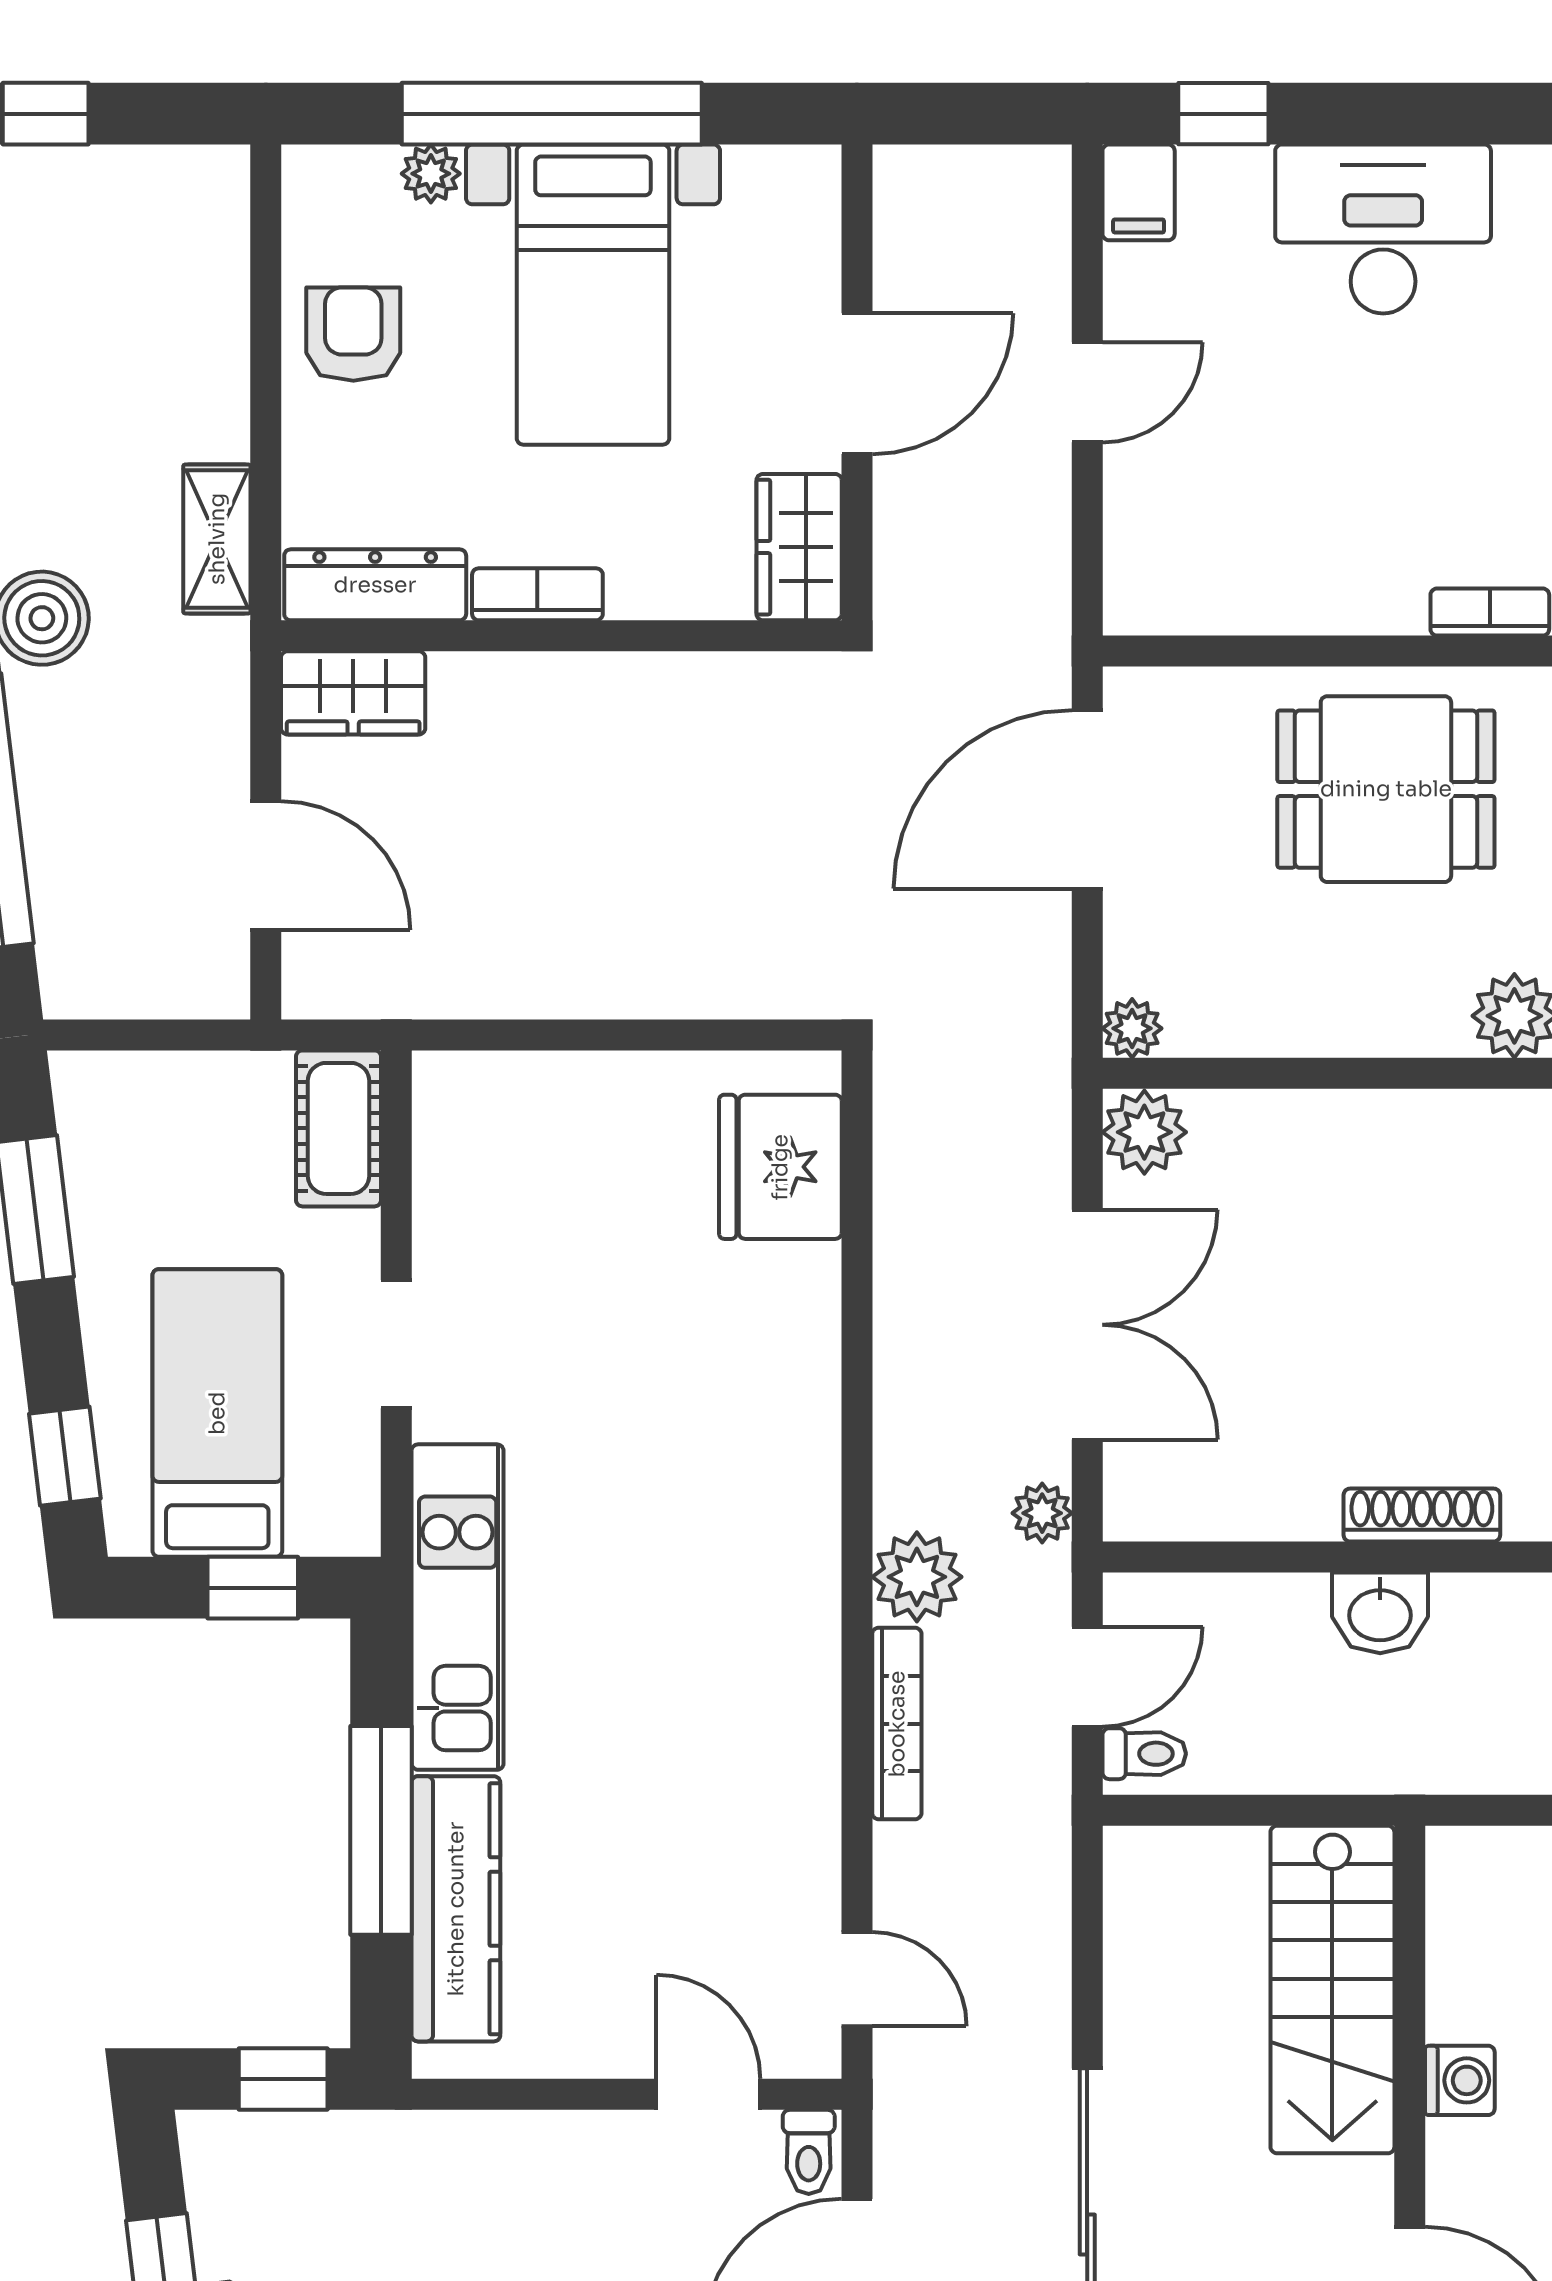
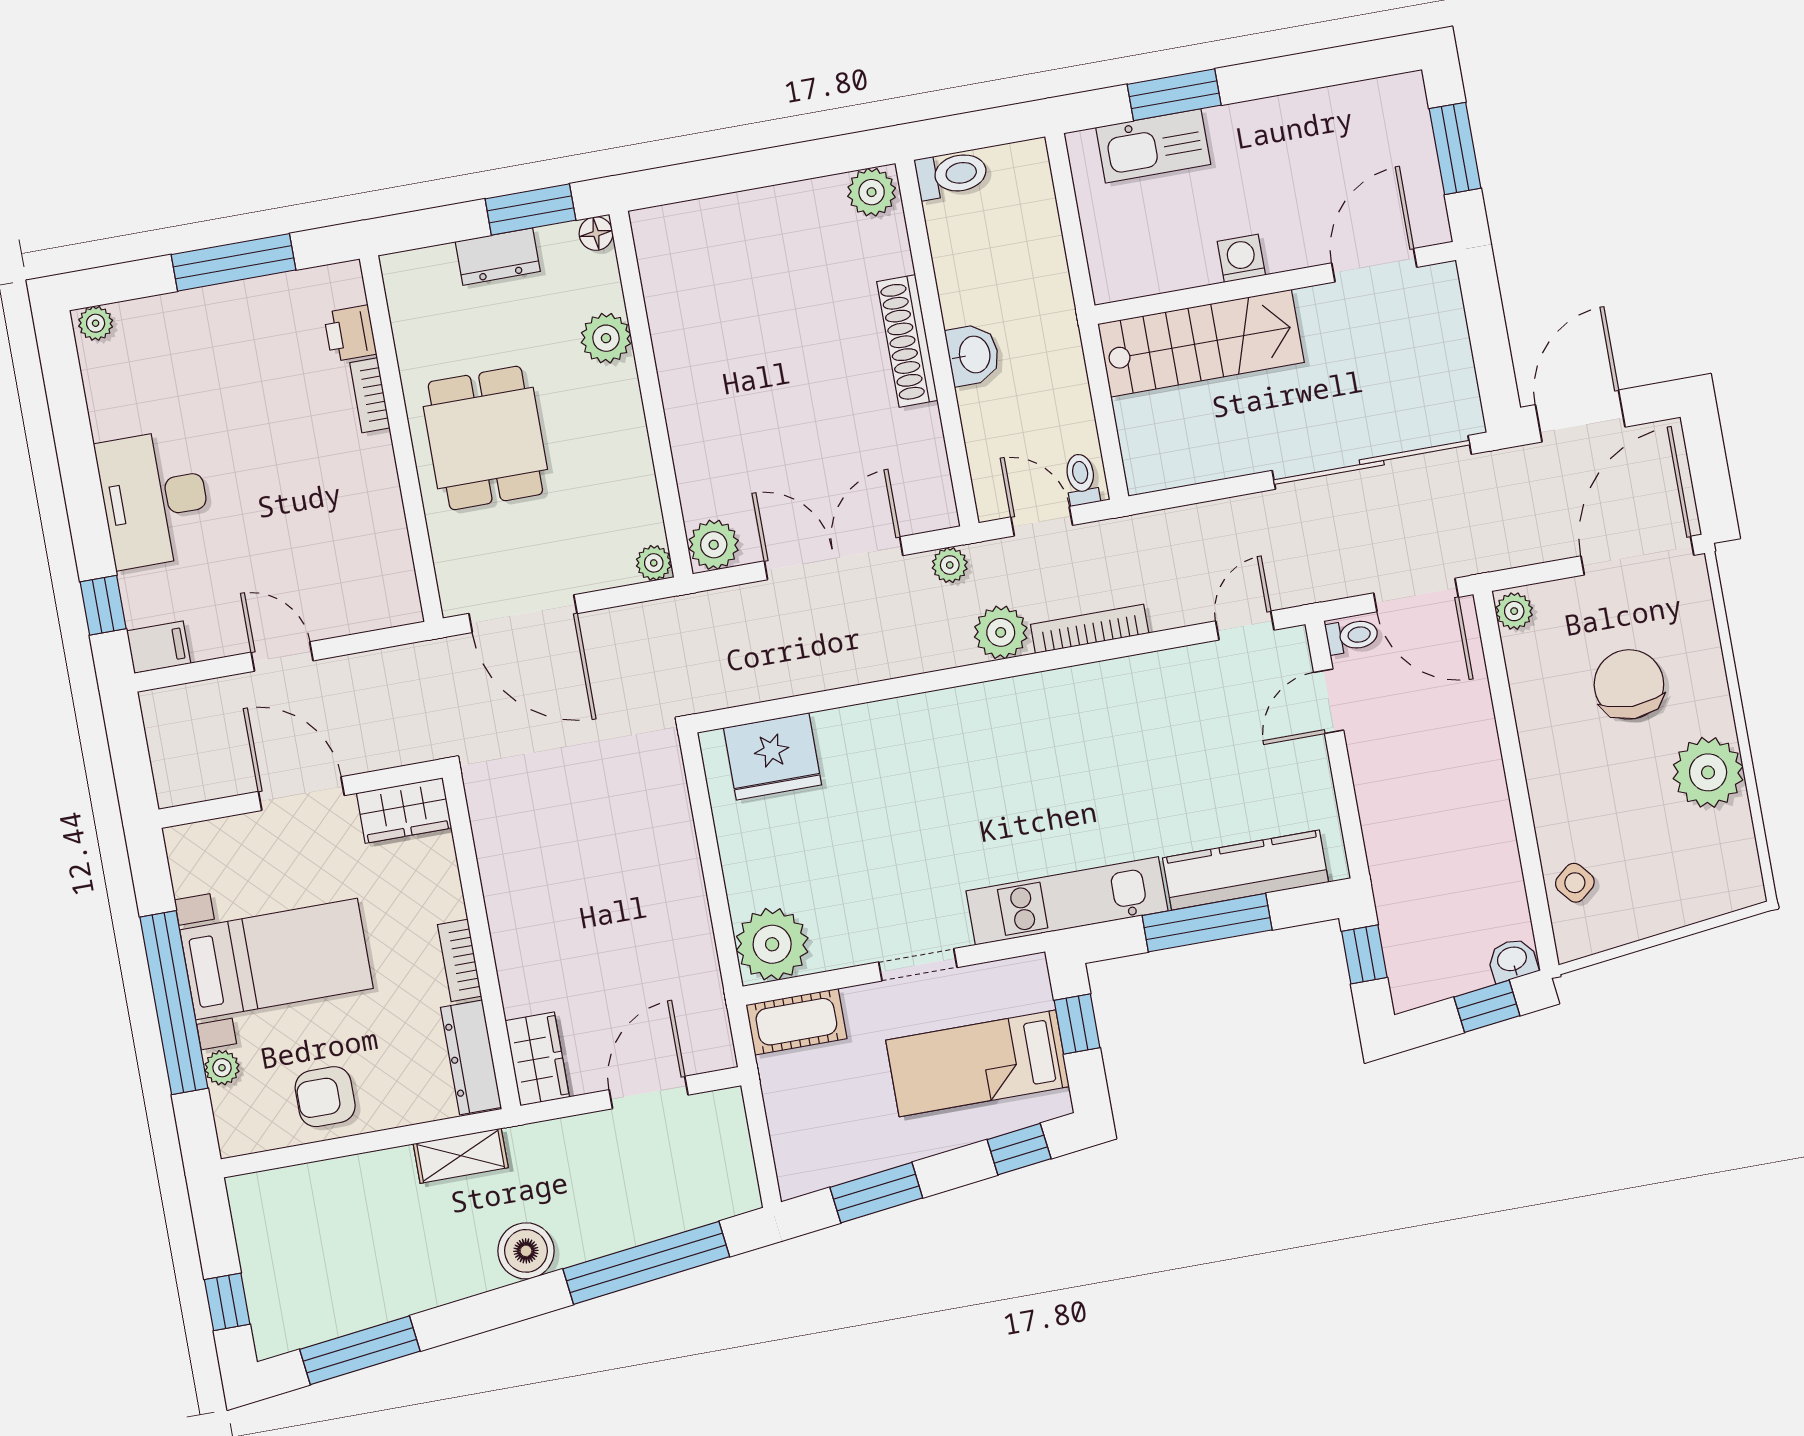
plant: (473, 1111) -> (772, 944), added
shoe rack: (1422, 1515) -> (907, 341), width x1.36, depth x1.24

